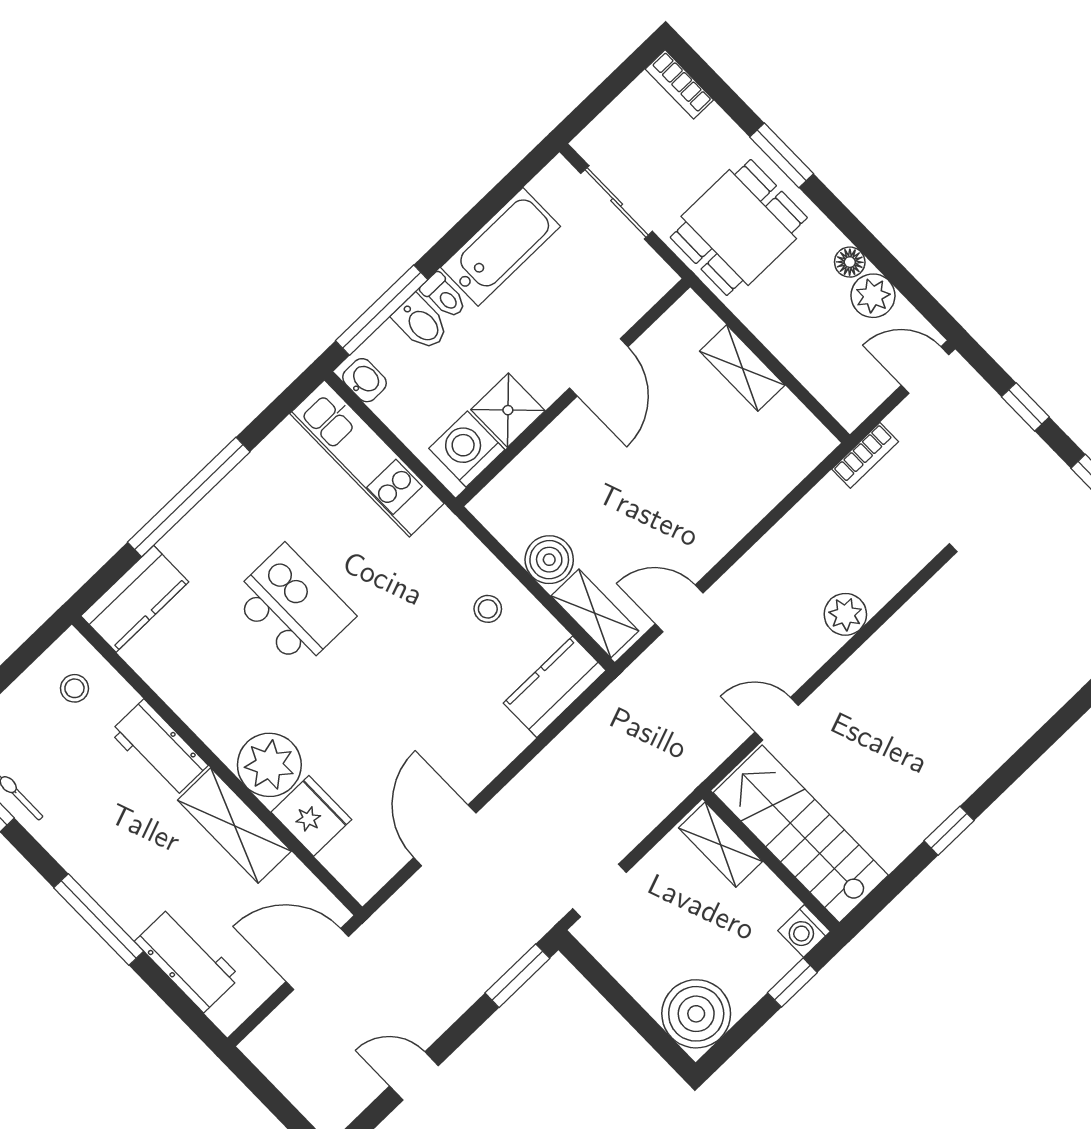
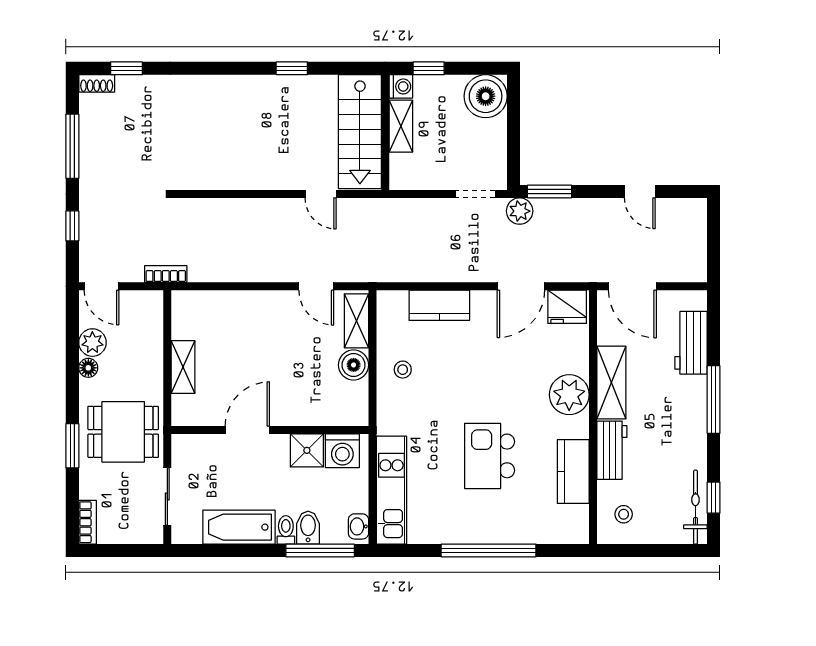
kitchen counter: (135, 599) -> (573, 472), moved, turned -90
plant: (845, 614) -> (520, 211), moved
kitchen counter: (555, 687) -> (439, 305), moved
fridge: (311, 816) -> (567, 307), moved, turned -90
shelving: (720, 845) -> (401, 126), moved

